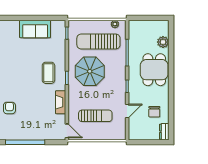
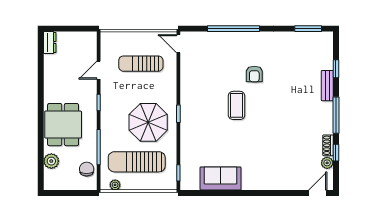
sun lounger: (98, 42) -> (137, 162), turned 180
coffee table: (48, 73) -> (237, 105), moved
fireplace: (61, 102) -> (187, 82), removed
chair: (154, 112) -> (87, 169), moved

